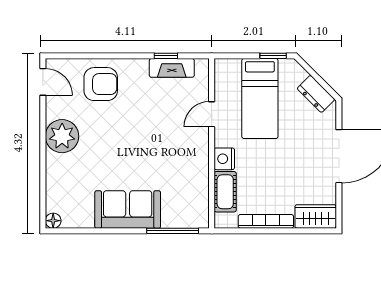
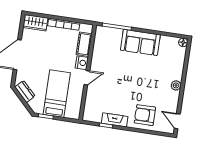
fireplace: (172, 68) -> (115, 120), moved
door: (212, 114) -> (87, 78), moved
plant: (62, 136) -> (176, 85), width x0.53, depth x0.53

